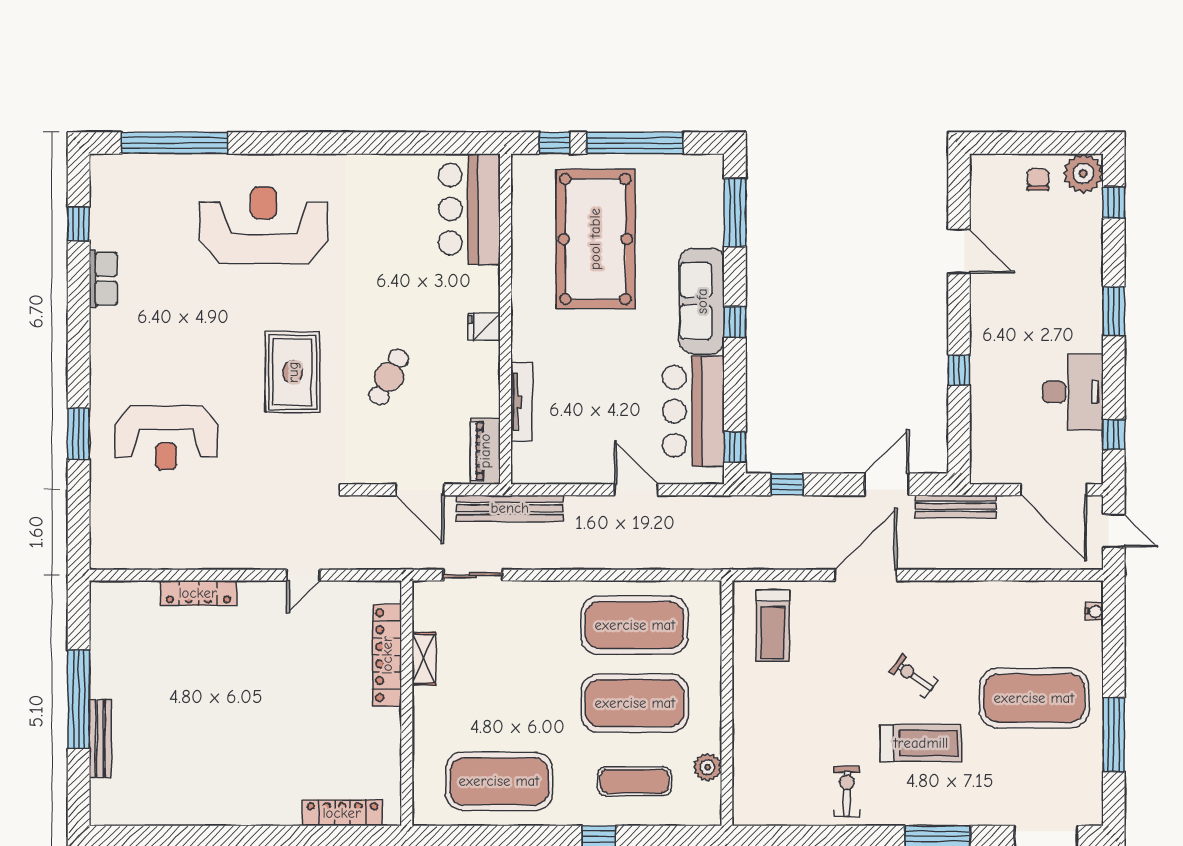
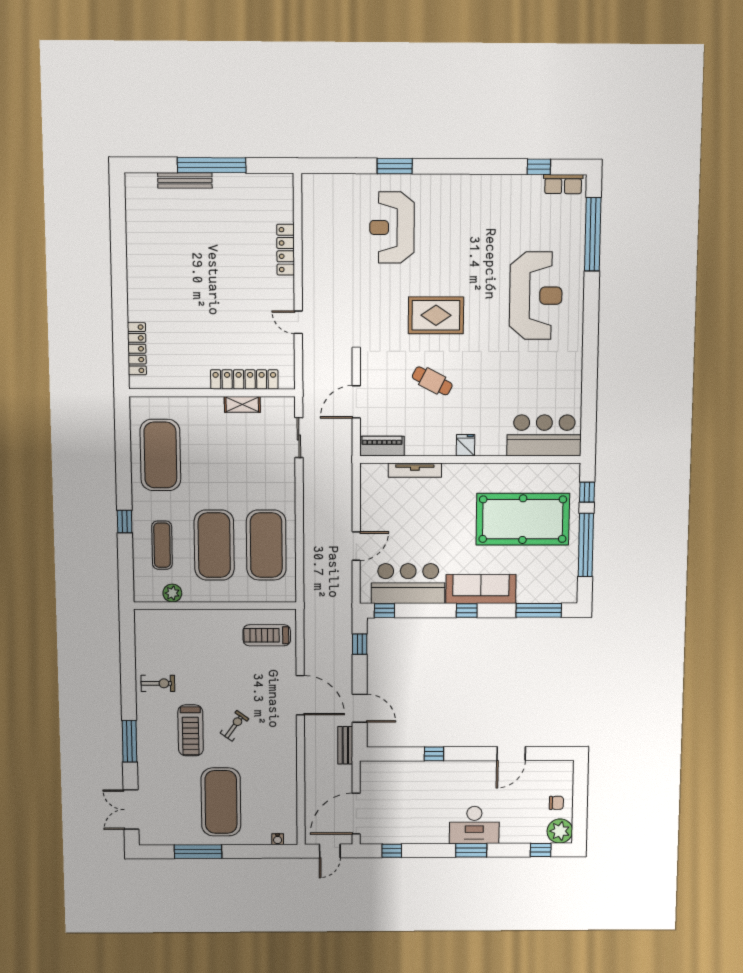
row of seats: (103, 279) -> (563, 184), moved
desk: (1073, 392) -> (474, 825), moved
bench: (956, 506) -> (345, 745), width x0.73
bench: (510, 508) -> (344, 462), removed

